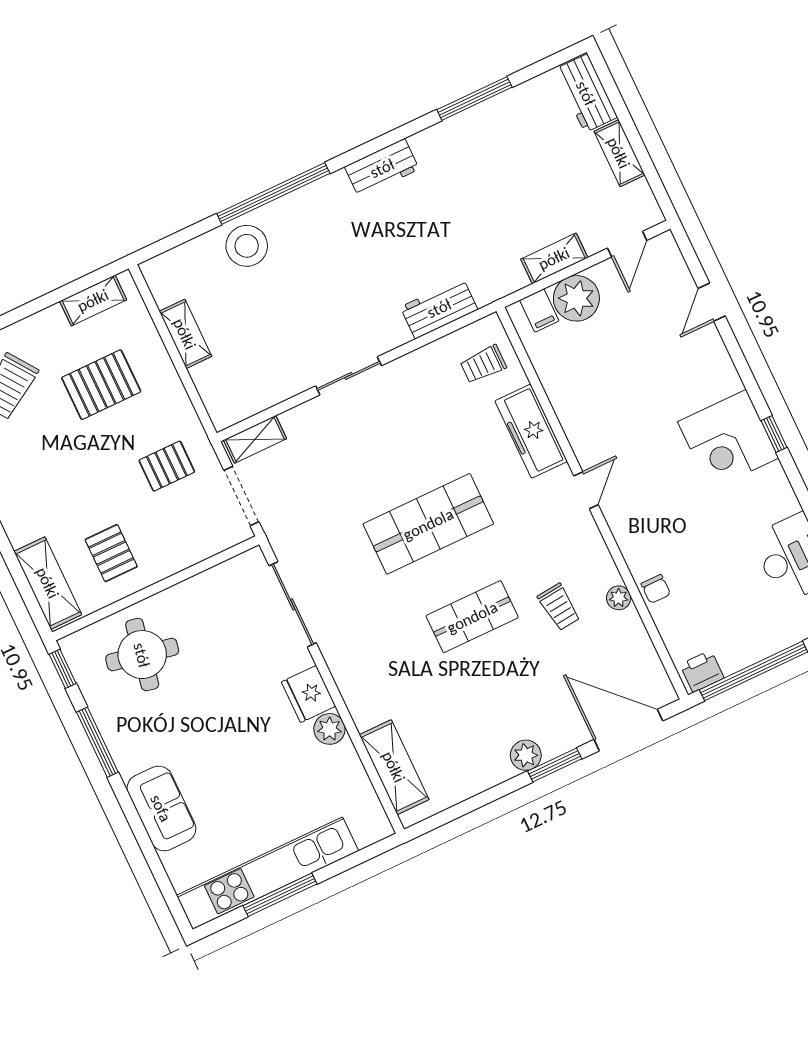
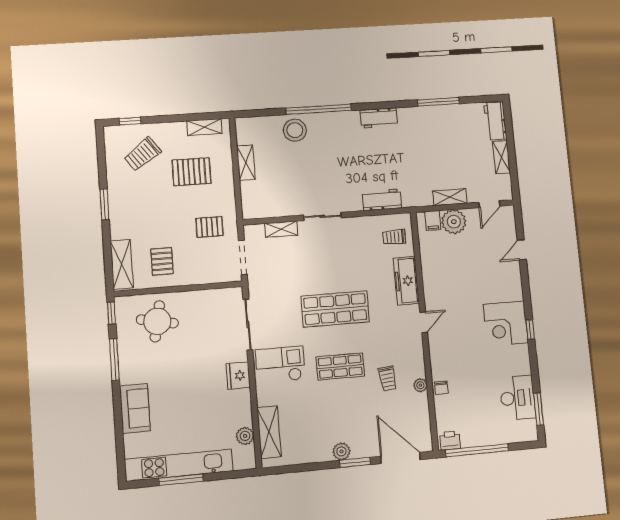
shelving: (255, 439) -> (281, 229), moved
checkout: (371, 650) -> (280, 365), added
plant: (329, 729) -> (245, 436), moved

